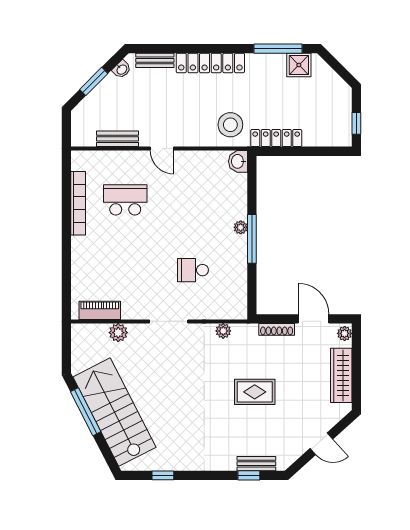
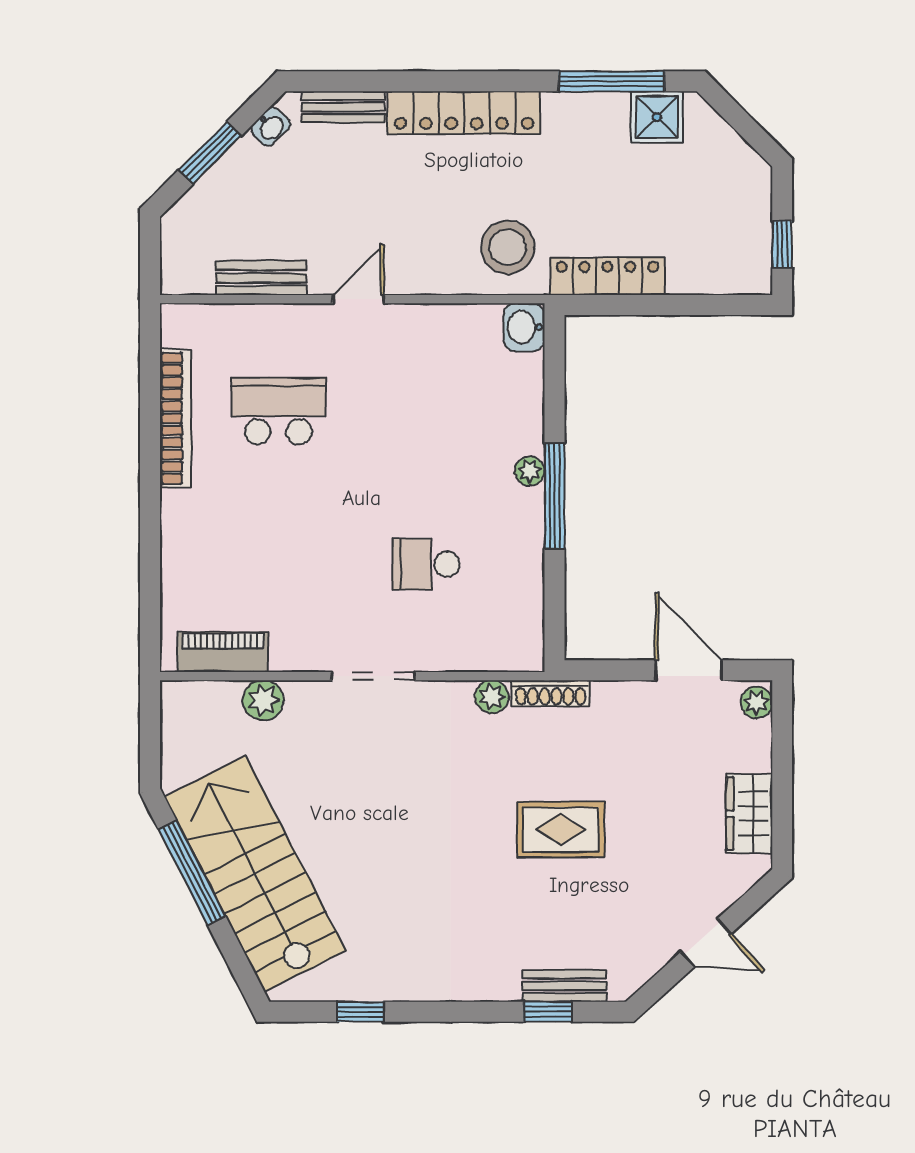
door: (162, 149) -> (358, 299), swing flipped
shoe rack: (277, 329) -> (551, 693), moved
wardrobe: (341, 375) -> (749, 814), width x0.67

